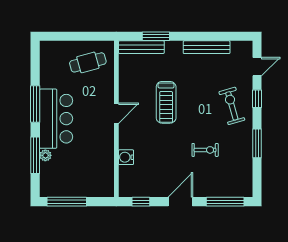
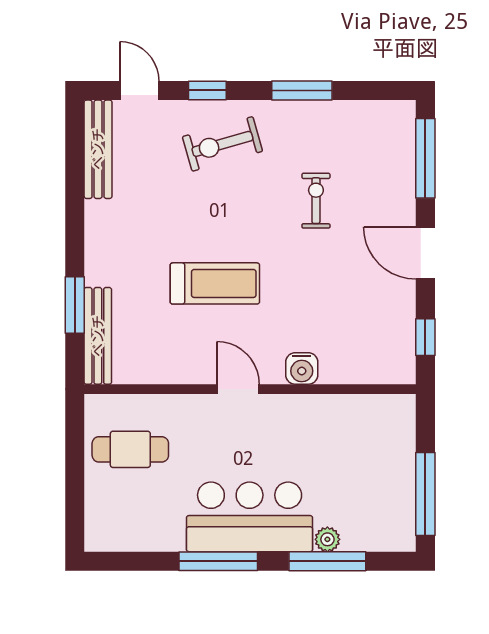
bench: (207, 47) -> (98, 149), moved
cafe table: (88, 62) -> (130, 449), turned -75
water cooler: (126, 157) -> (302, 368), moved

